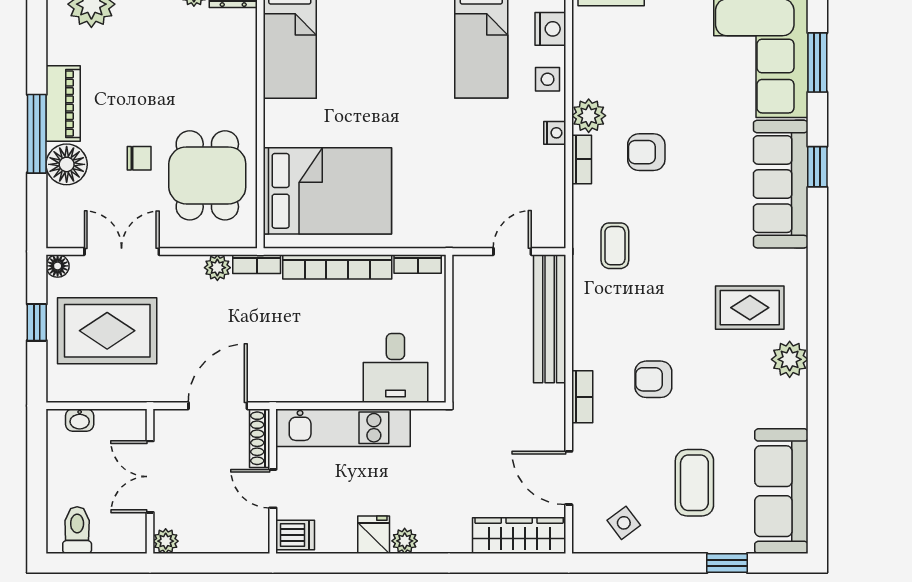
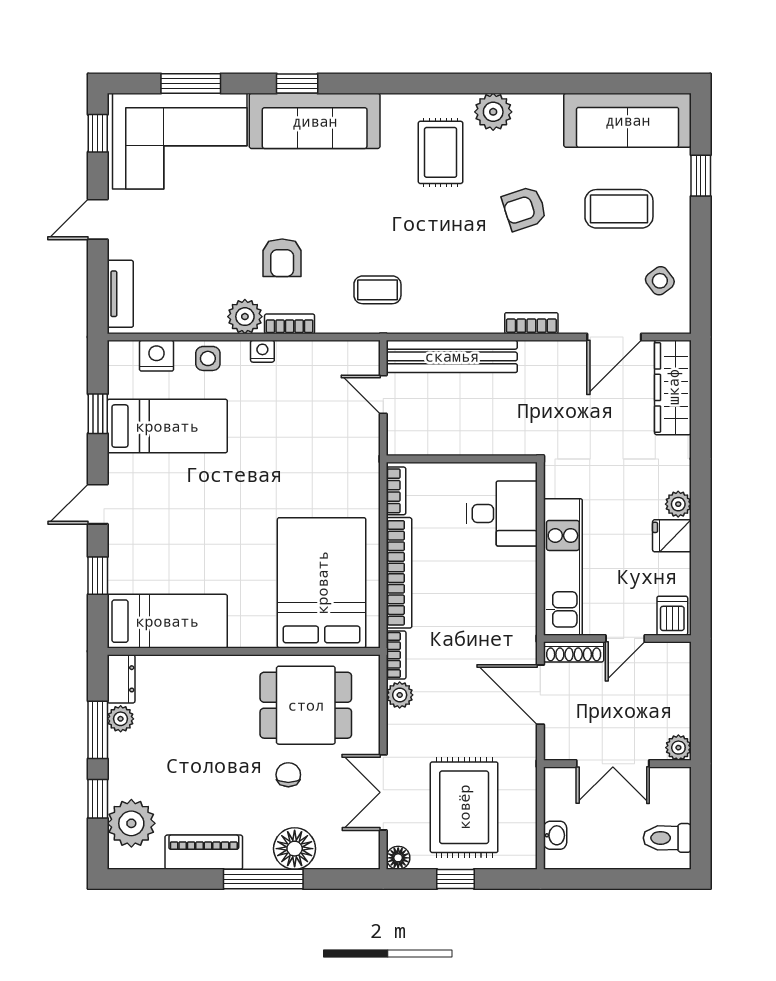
piano: (63, 104) -> (204, 852), moved
armchair: (653, 379) -> (524, 209), moved, turned 72

